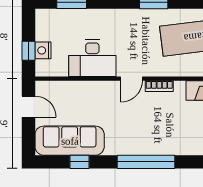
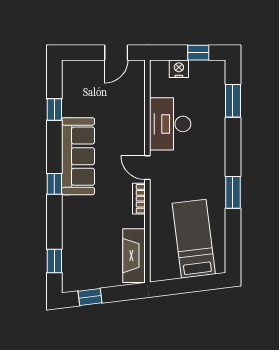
window: (29, 51) -> (198, 53), moved
sofa: (70, 141) -> (78, 156), moved
window: (146, 162) -> (54, 184), width x0.32

